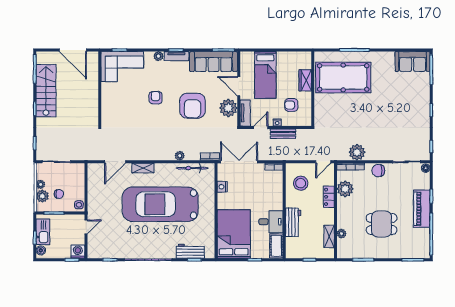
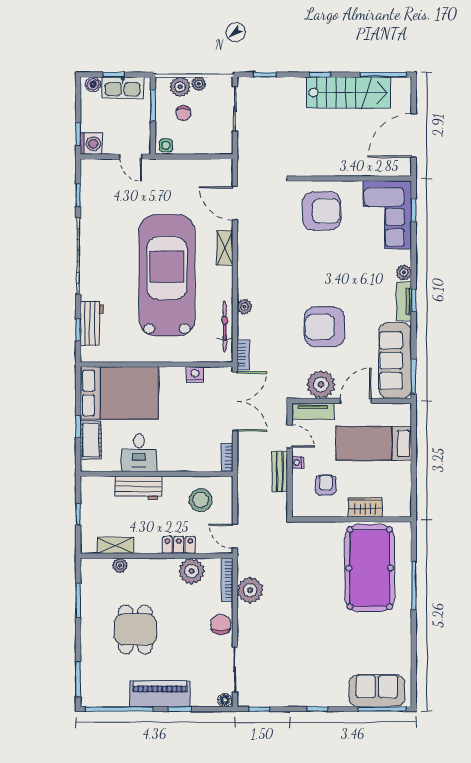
sofa: (413, 61) -> (377, 691), moved, turned 90
armchair: (156, 98) -> (322, 211), moved, width x1.88, depth x1.88
cot: (276, 246) -> (91, 440), moved, turned 90

